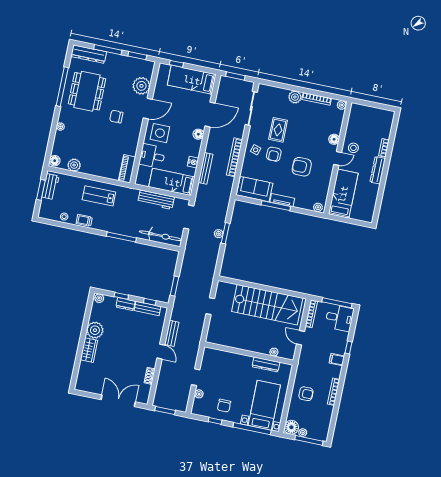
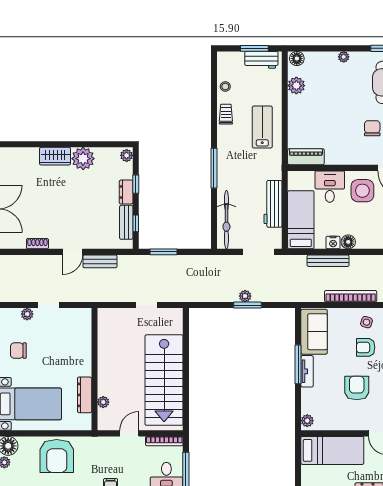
floor lamp: (198, 134) -> (348, 242), moved
armchair: (306, 394) -> (57, 456), width x1.88, depth x1.88

